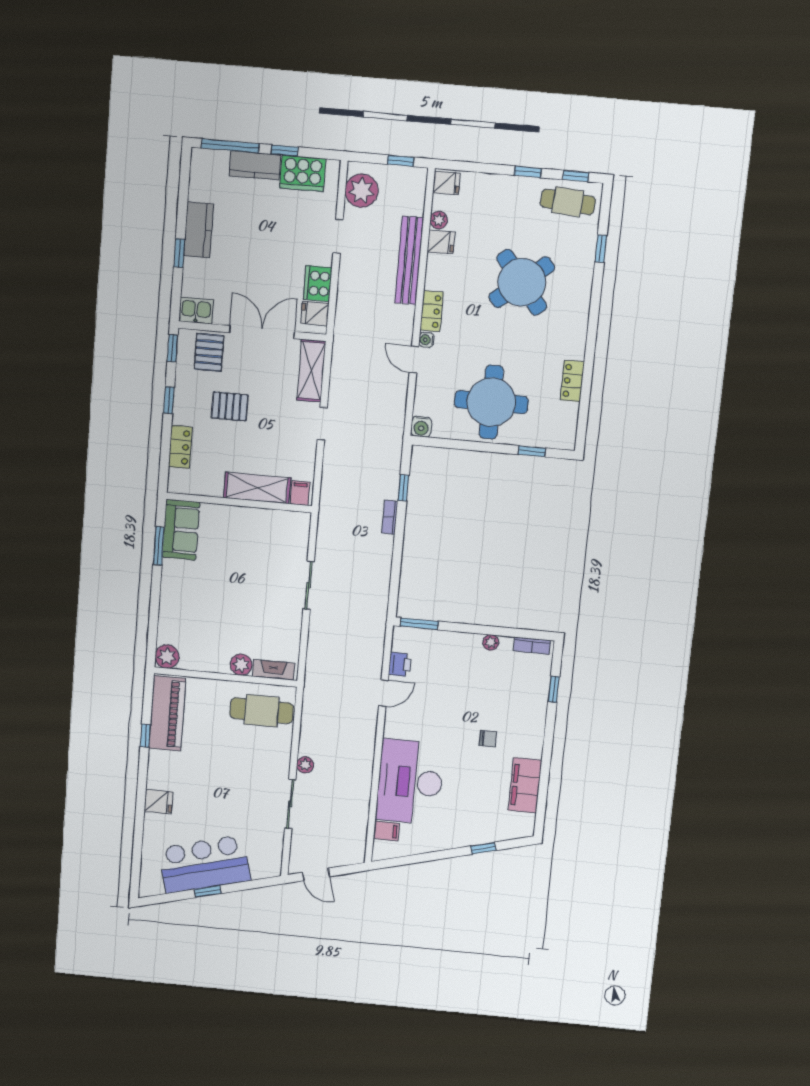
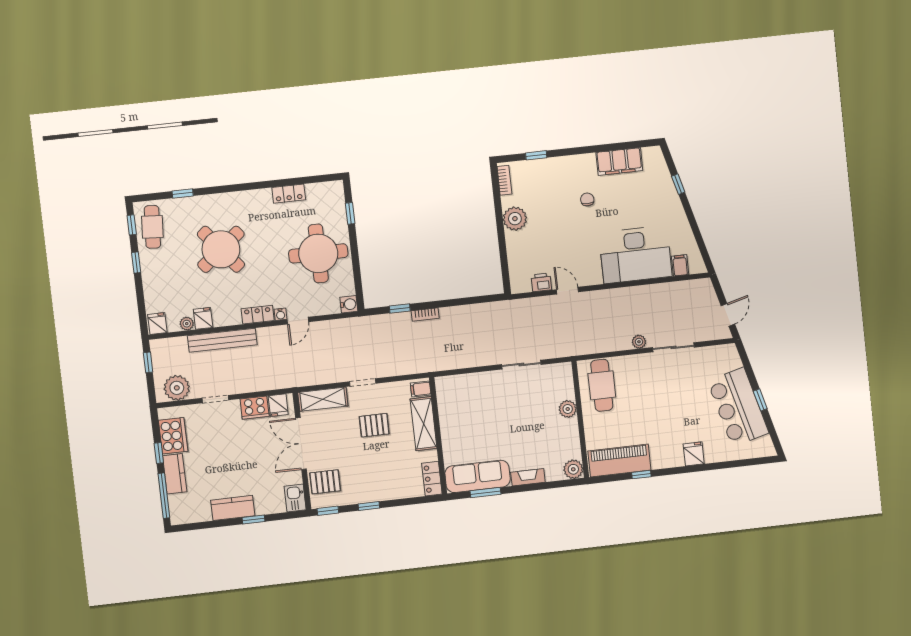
pallet: (230, 406) -> (374, 425), moved, turned 90
locker: (180, 447) -> (432, 479), moved, turned -90
sofa: (181, 530) -> (478, 476), width x1.36
sliding door: (309, 585) -> (521, 365), moved
window: (419, 624) -> (505, 274), removed
plant: (491, 642) -> (515, 219), width x1.88, depth x1.88
fireplace: (274, 670) -> (528, 477), moved, turned 90

